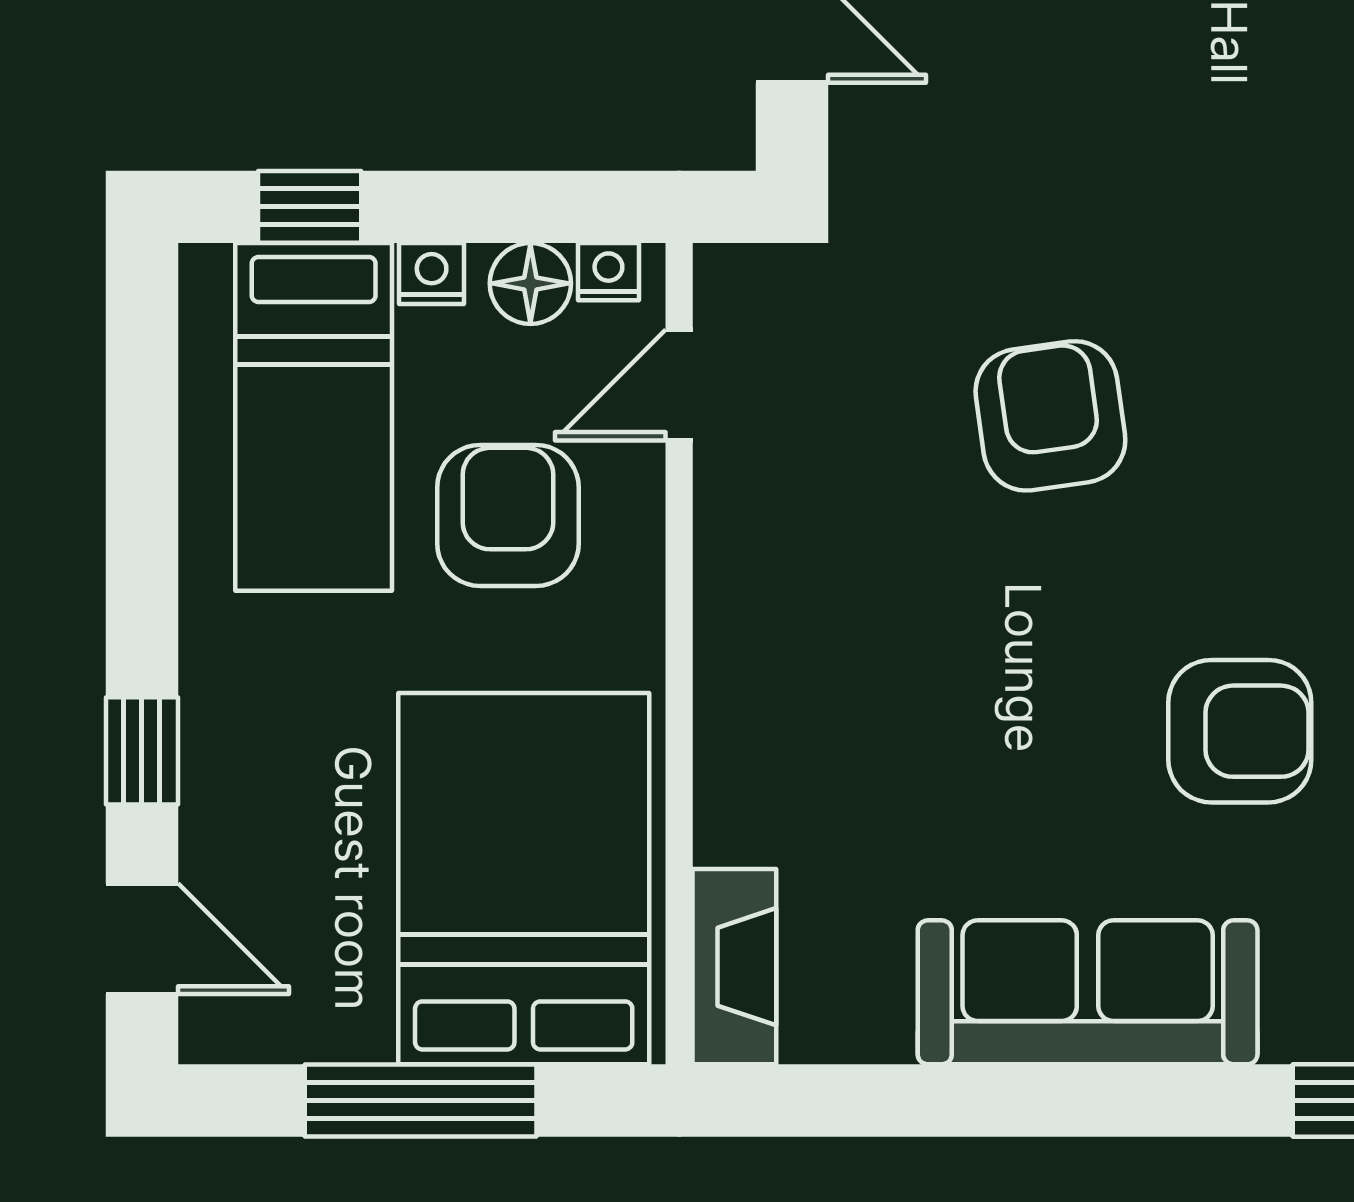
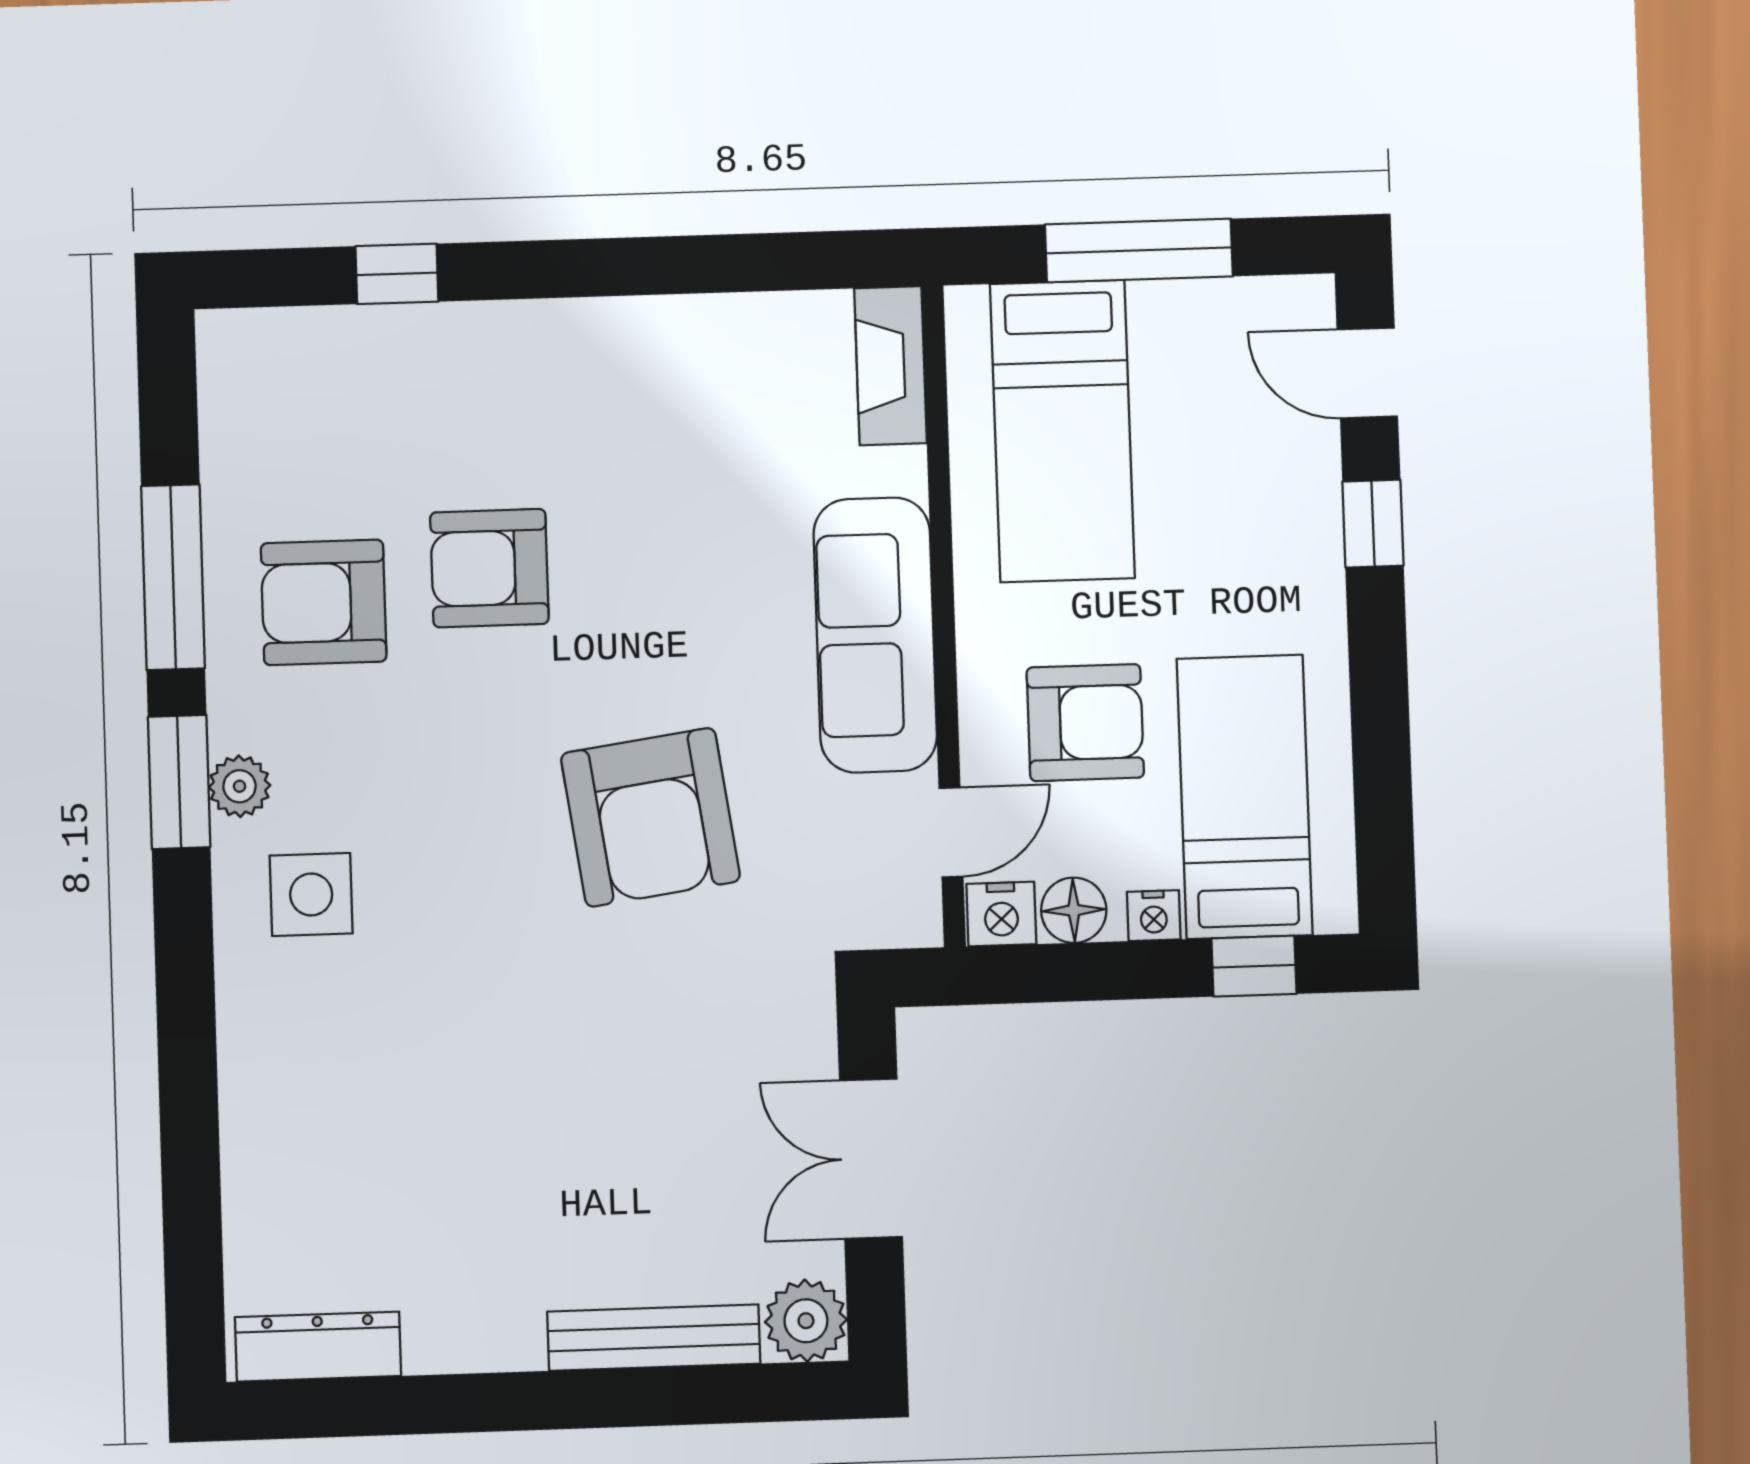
nightstand: (608, 272) -> (1001, 914), width x1.39, depth x1.35
armchair: (1050, 416) -> (650, 817), width x1.36, depth x1.36
armchair: (508, 515) -> (1085, 723), turned -90
bed: (524, 879) -> (1062, 431), width x0.67
sofa: (1088, 992) -> (875, 635), moved, turned 90

